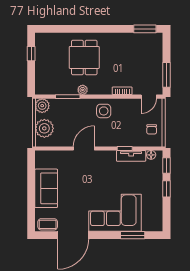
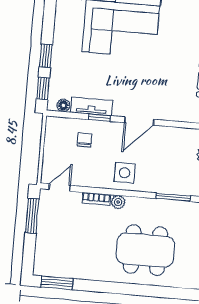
dining table: (84, 57) -> (145, 250), width x1.38
plant: (83, 90) -> (118, 202), moved
chair: (152, 129) -> (85, 140), moved
door: (84, 148) -> (139, 121), moved

